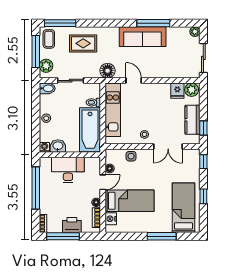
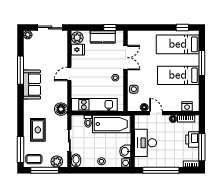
sofa: (143, 37) -> (32, 85), width x0.73
door: (134, 81) -> (69, 74), moved
window: (203, 162) -> (138, 28), removed
window: (203, 196) -> (182, 28), moved
bed: (130, 201) -> (178, 75), moved, turned -90

